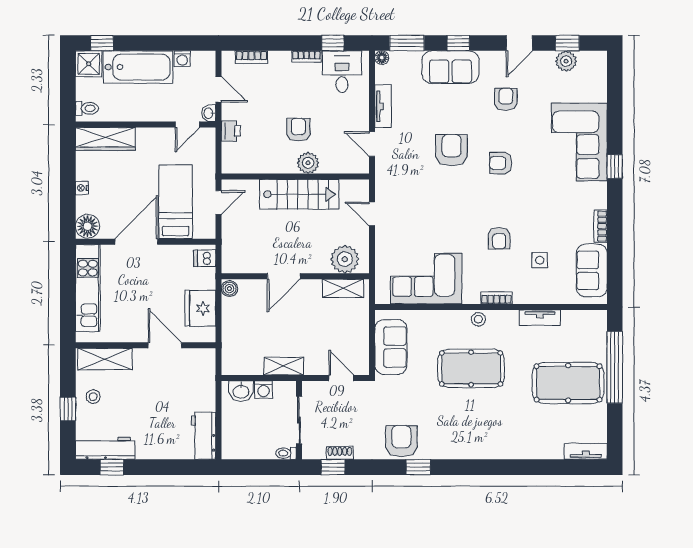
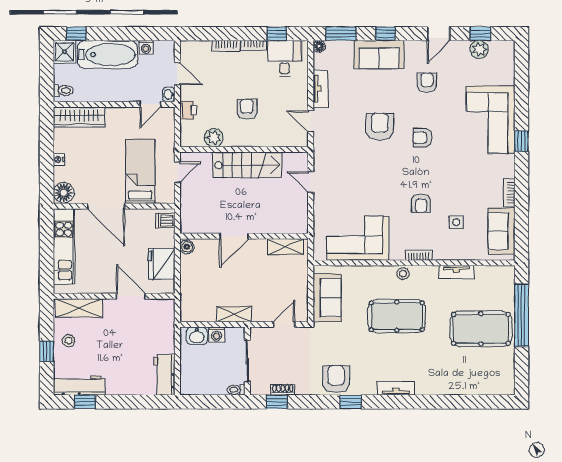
bookcase: (251, 57) -> (226, 46), moved
plant: (308, 163) -> (214, 138), moved
door: (136, 242) -> (106, 206), swing flipped
plant: (345, 259) -> (287, 221), removed
door: (341, 378) -> (284, 324), hinge flipped
tv unit: (586, 451) -> (396, 388), moved

